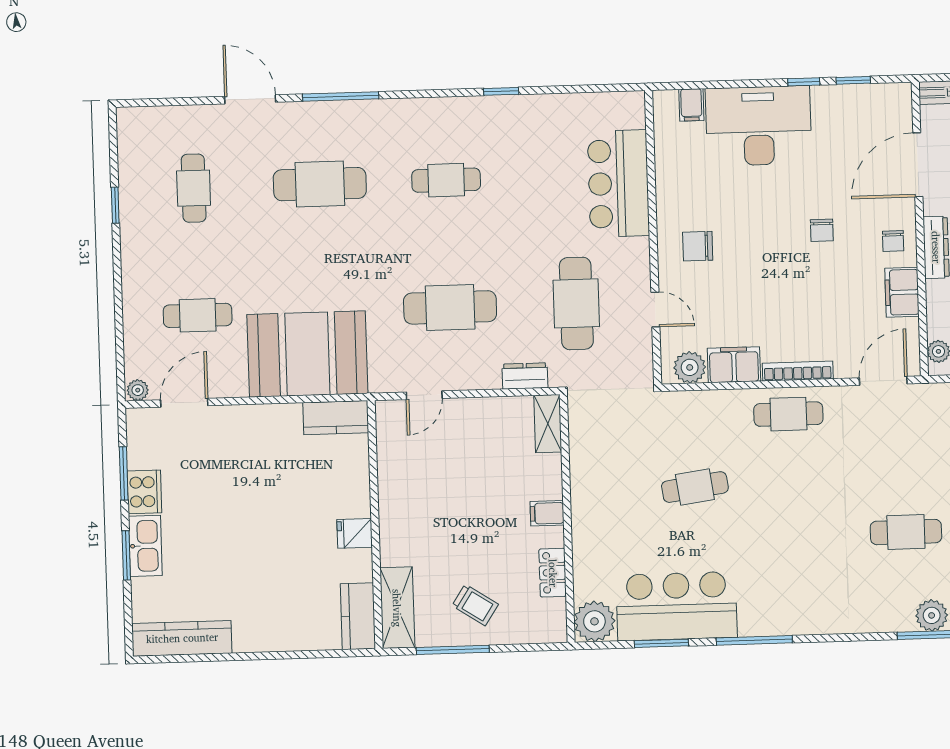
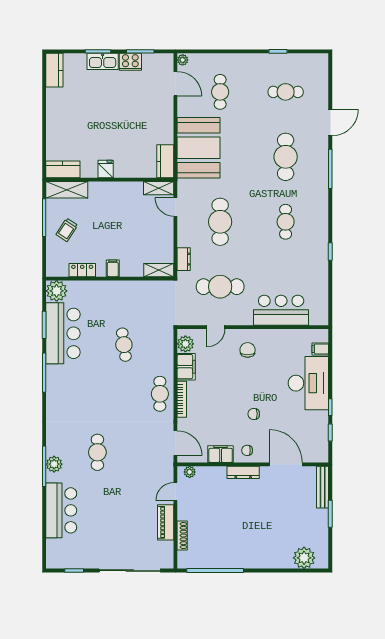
shelving: (389, 429) -> (159, 188), added
kitchen counter: (182, 638) -> (54, 70), width x0.67

